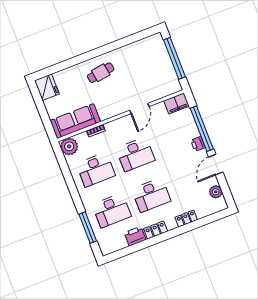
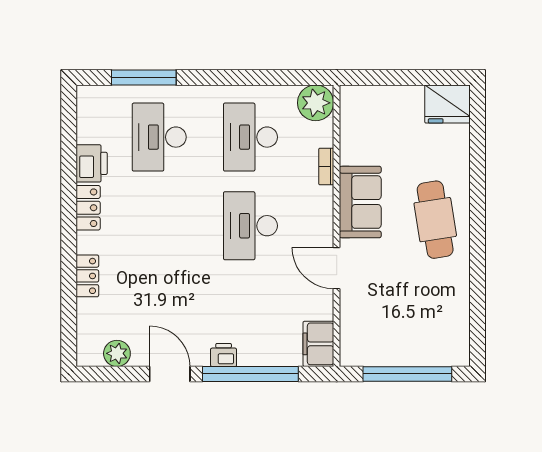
cafe table: (101, 73) -> (435, 220), width x1.37, depth x1.35
sofa: (75, 121) -> (360, 202), moved, width x0.73
desk: (151, 195) -> (159, 226), removed

